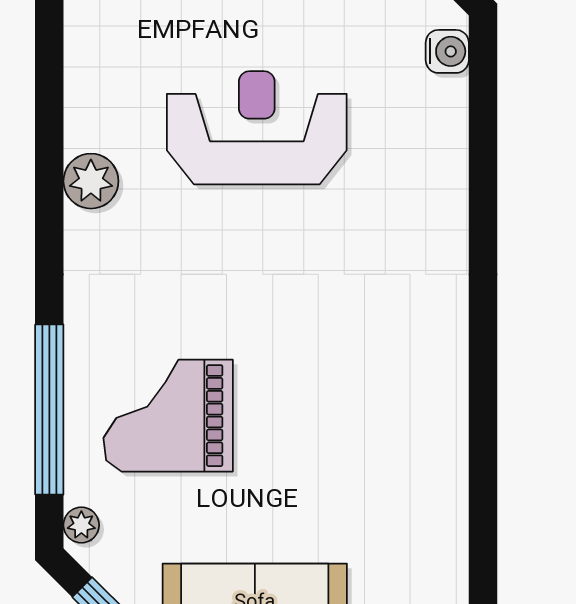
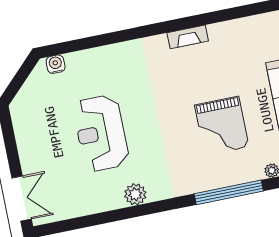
fireplace: (448, 387) -> (188, 37), added
grand piano: (168, 416) -> (222, 126), moved

